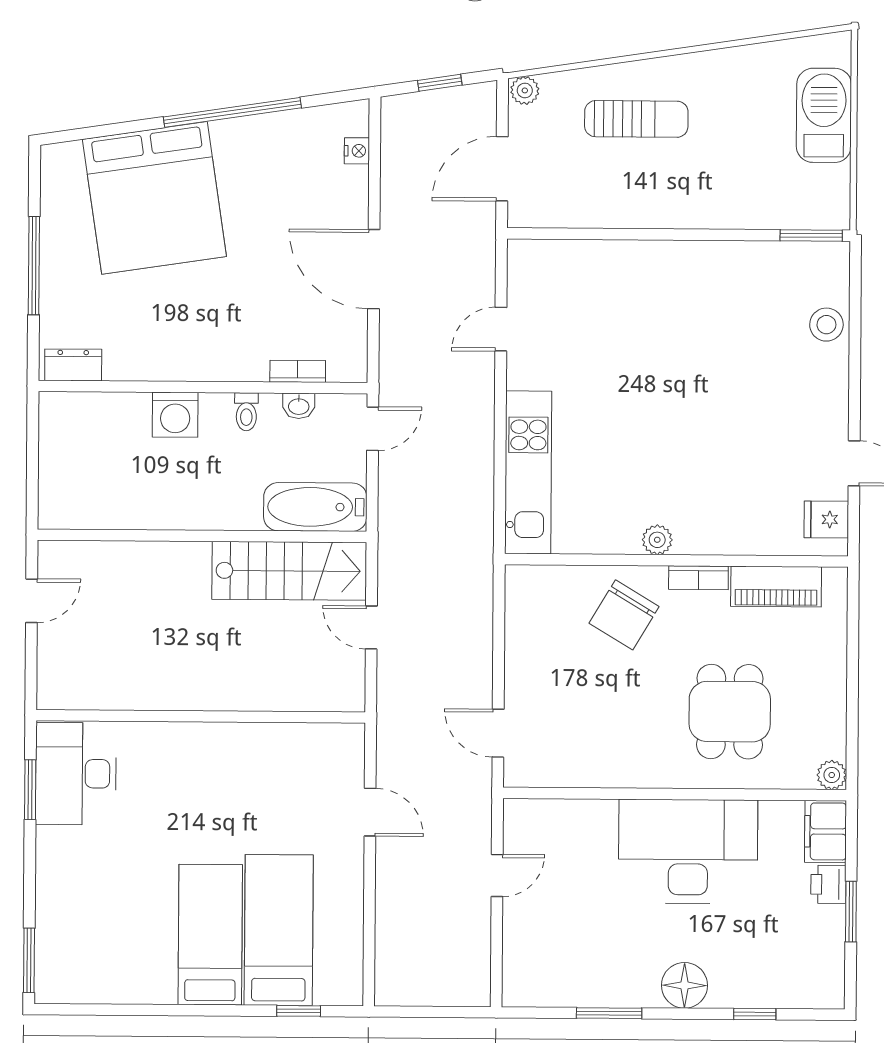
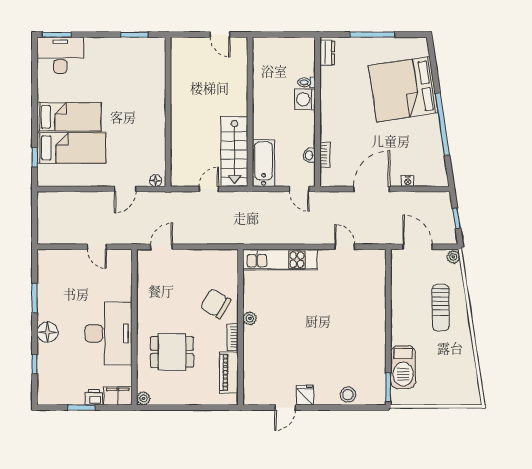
barbecue: (824, 115) -> (403, 367), moved, turned 90
nightstand: (357, 151) -> (408, 181), moved
toilet: (246, 412) -> (307, 82), moved
fridge: (826, 519) -> (305, 395), moved
floor lamp: (352, 745) -> (156, 181), added
desk: (76, 774) -> (60, 55), moved

